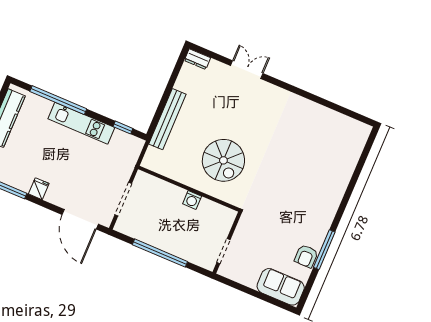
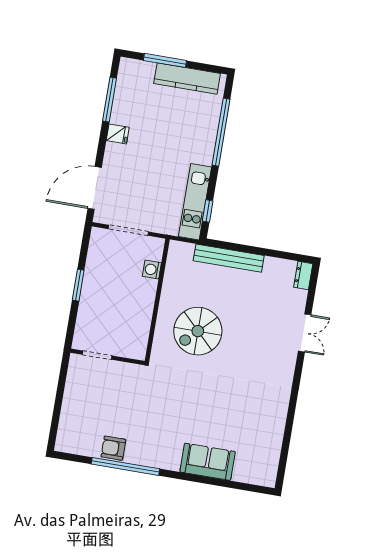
kitchen unit: (81, 123) -> (195, 202), moved
washing machine: (192, 200) -> (152, 270), moved
window: (324, 250) -> (125, 466), width x1.46
window: (160, 253) -> (78, 285), width x0.47
sofa: (281, 287) -> (208, 462), moved, turned -90

